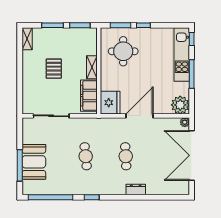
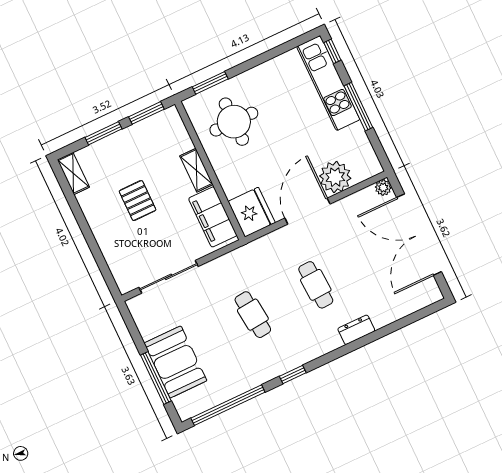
window: (143, 25) -> (246, 66), removed
plant: (180, 105) -> (335, 177), moved

